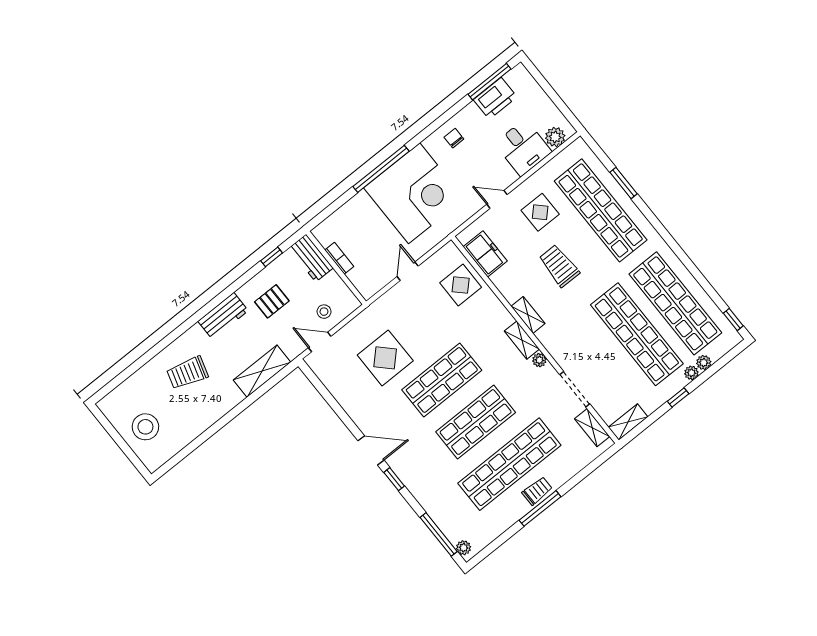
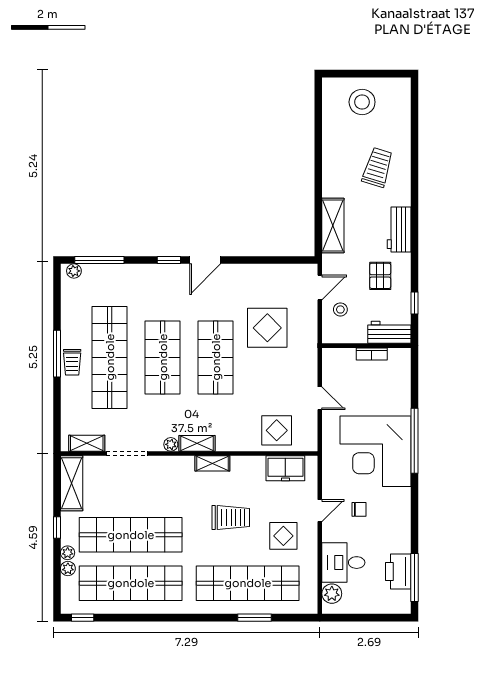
chair: (454, 138) -> (359, 509), moved
shelving: (628, 422) -> (72, 483), width x1.50, depth x1.33

